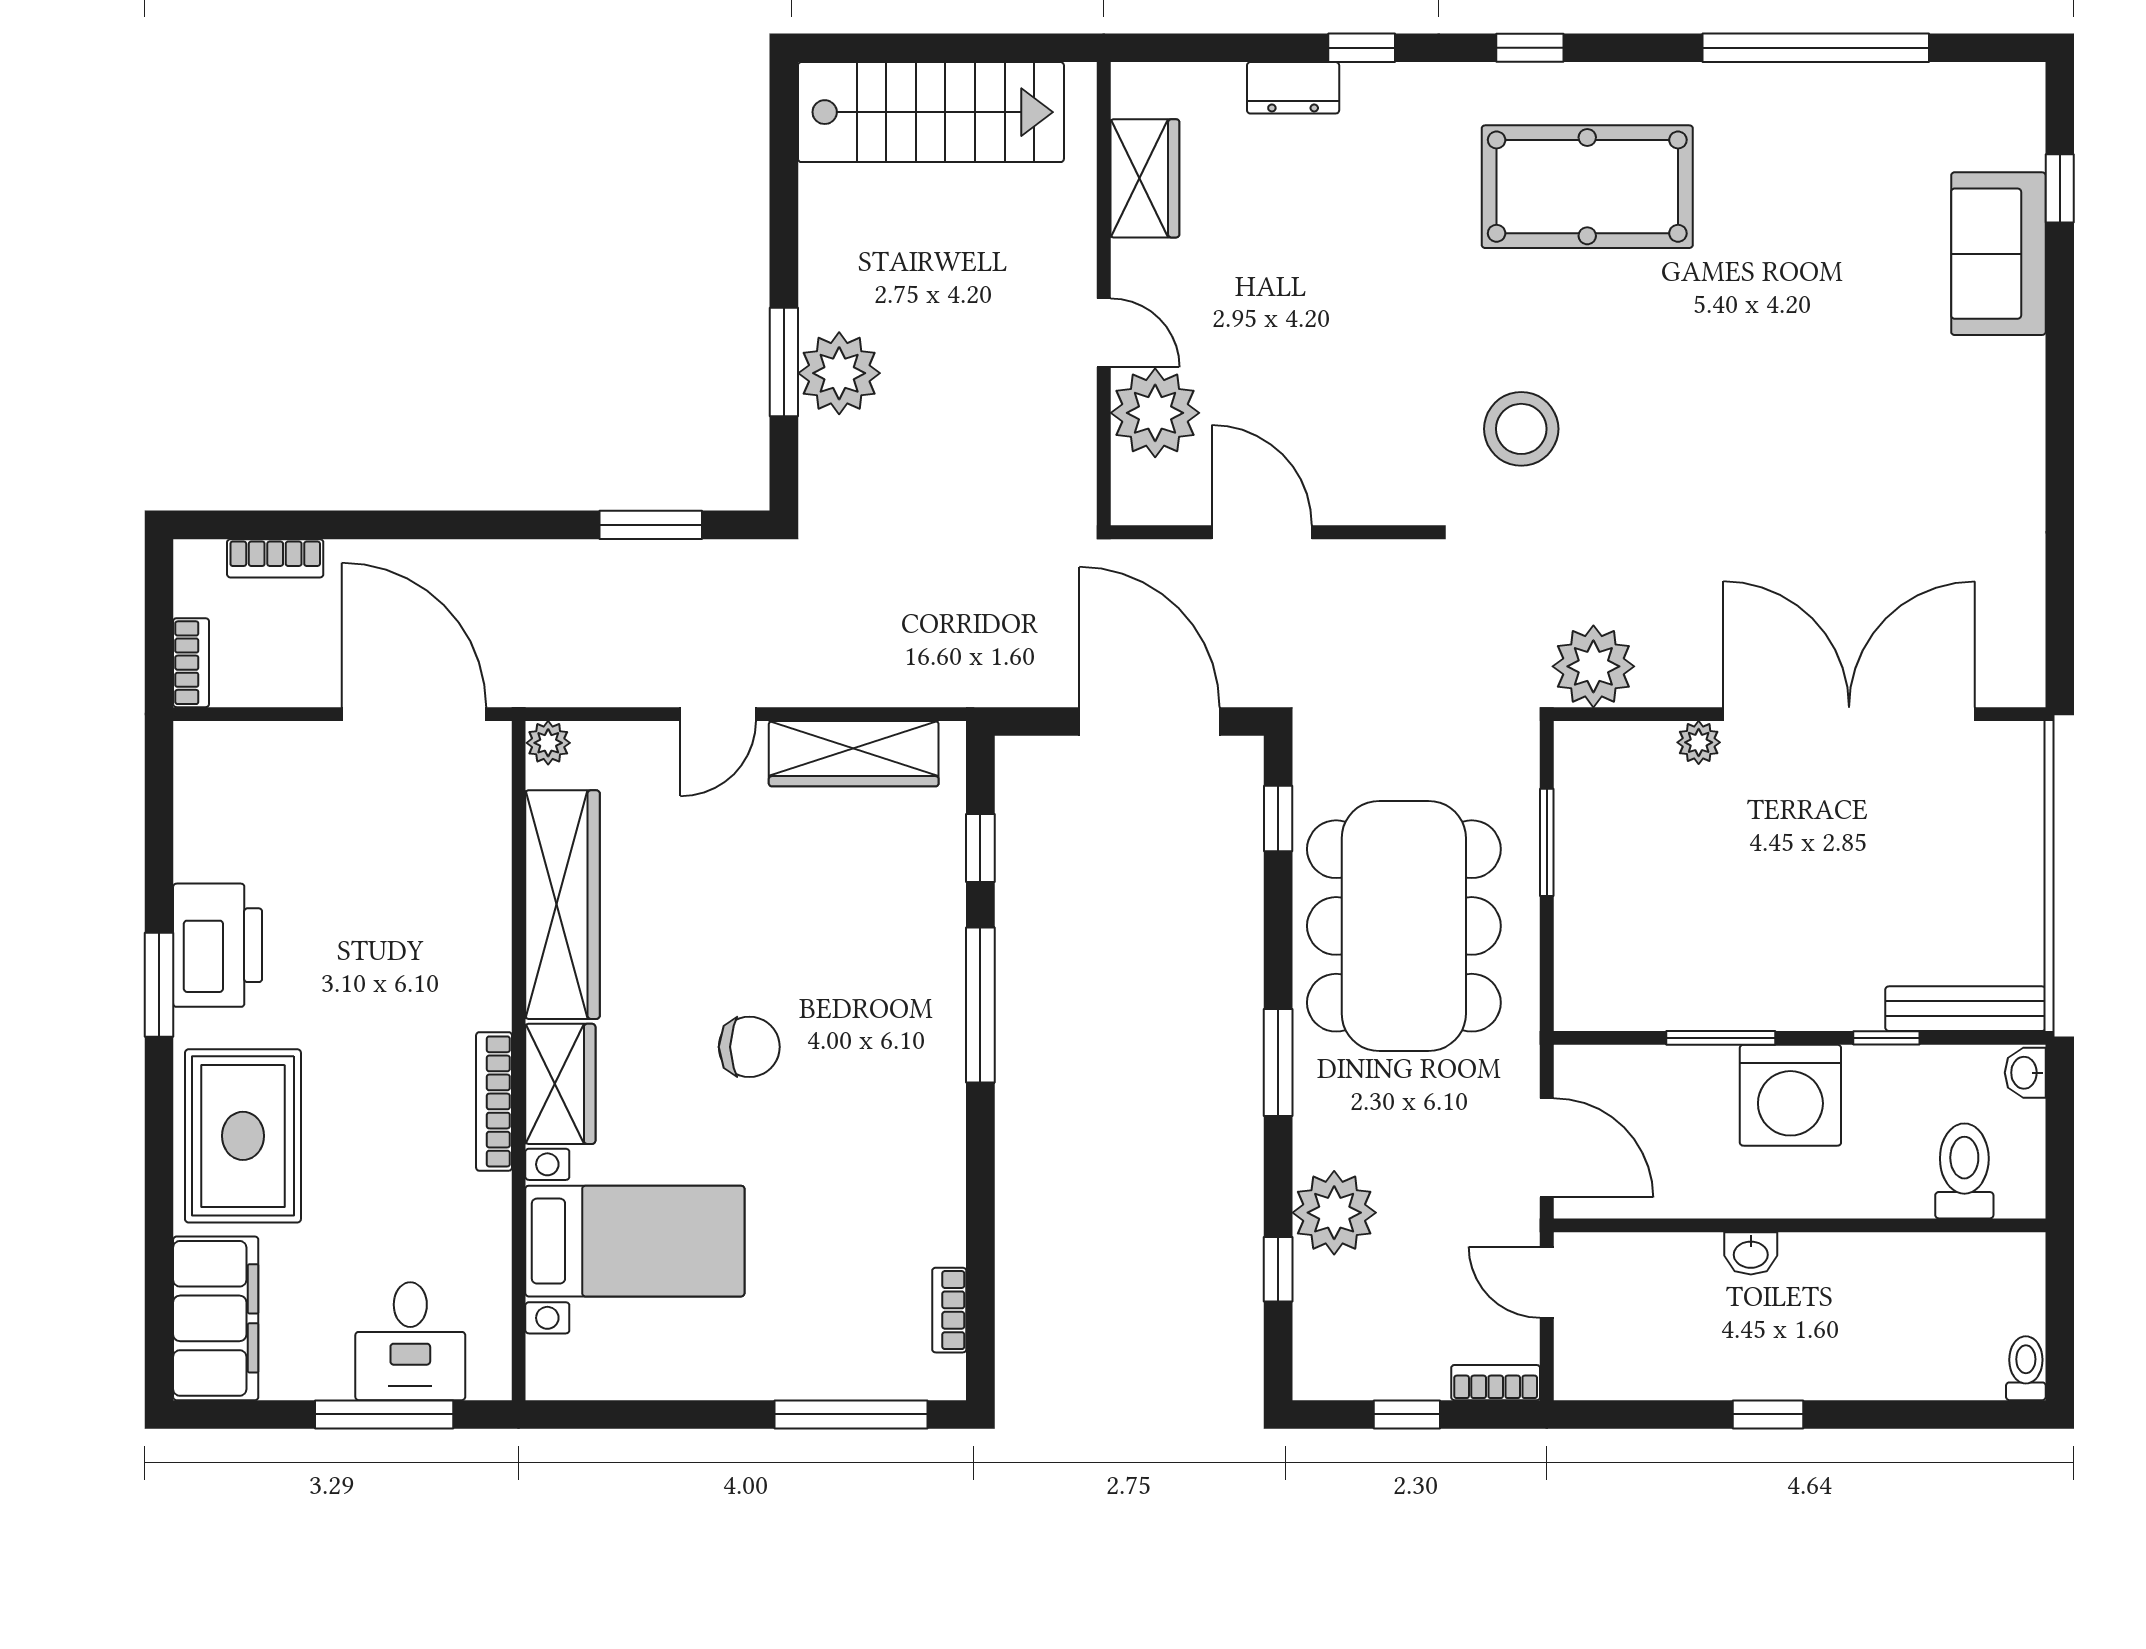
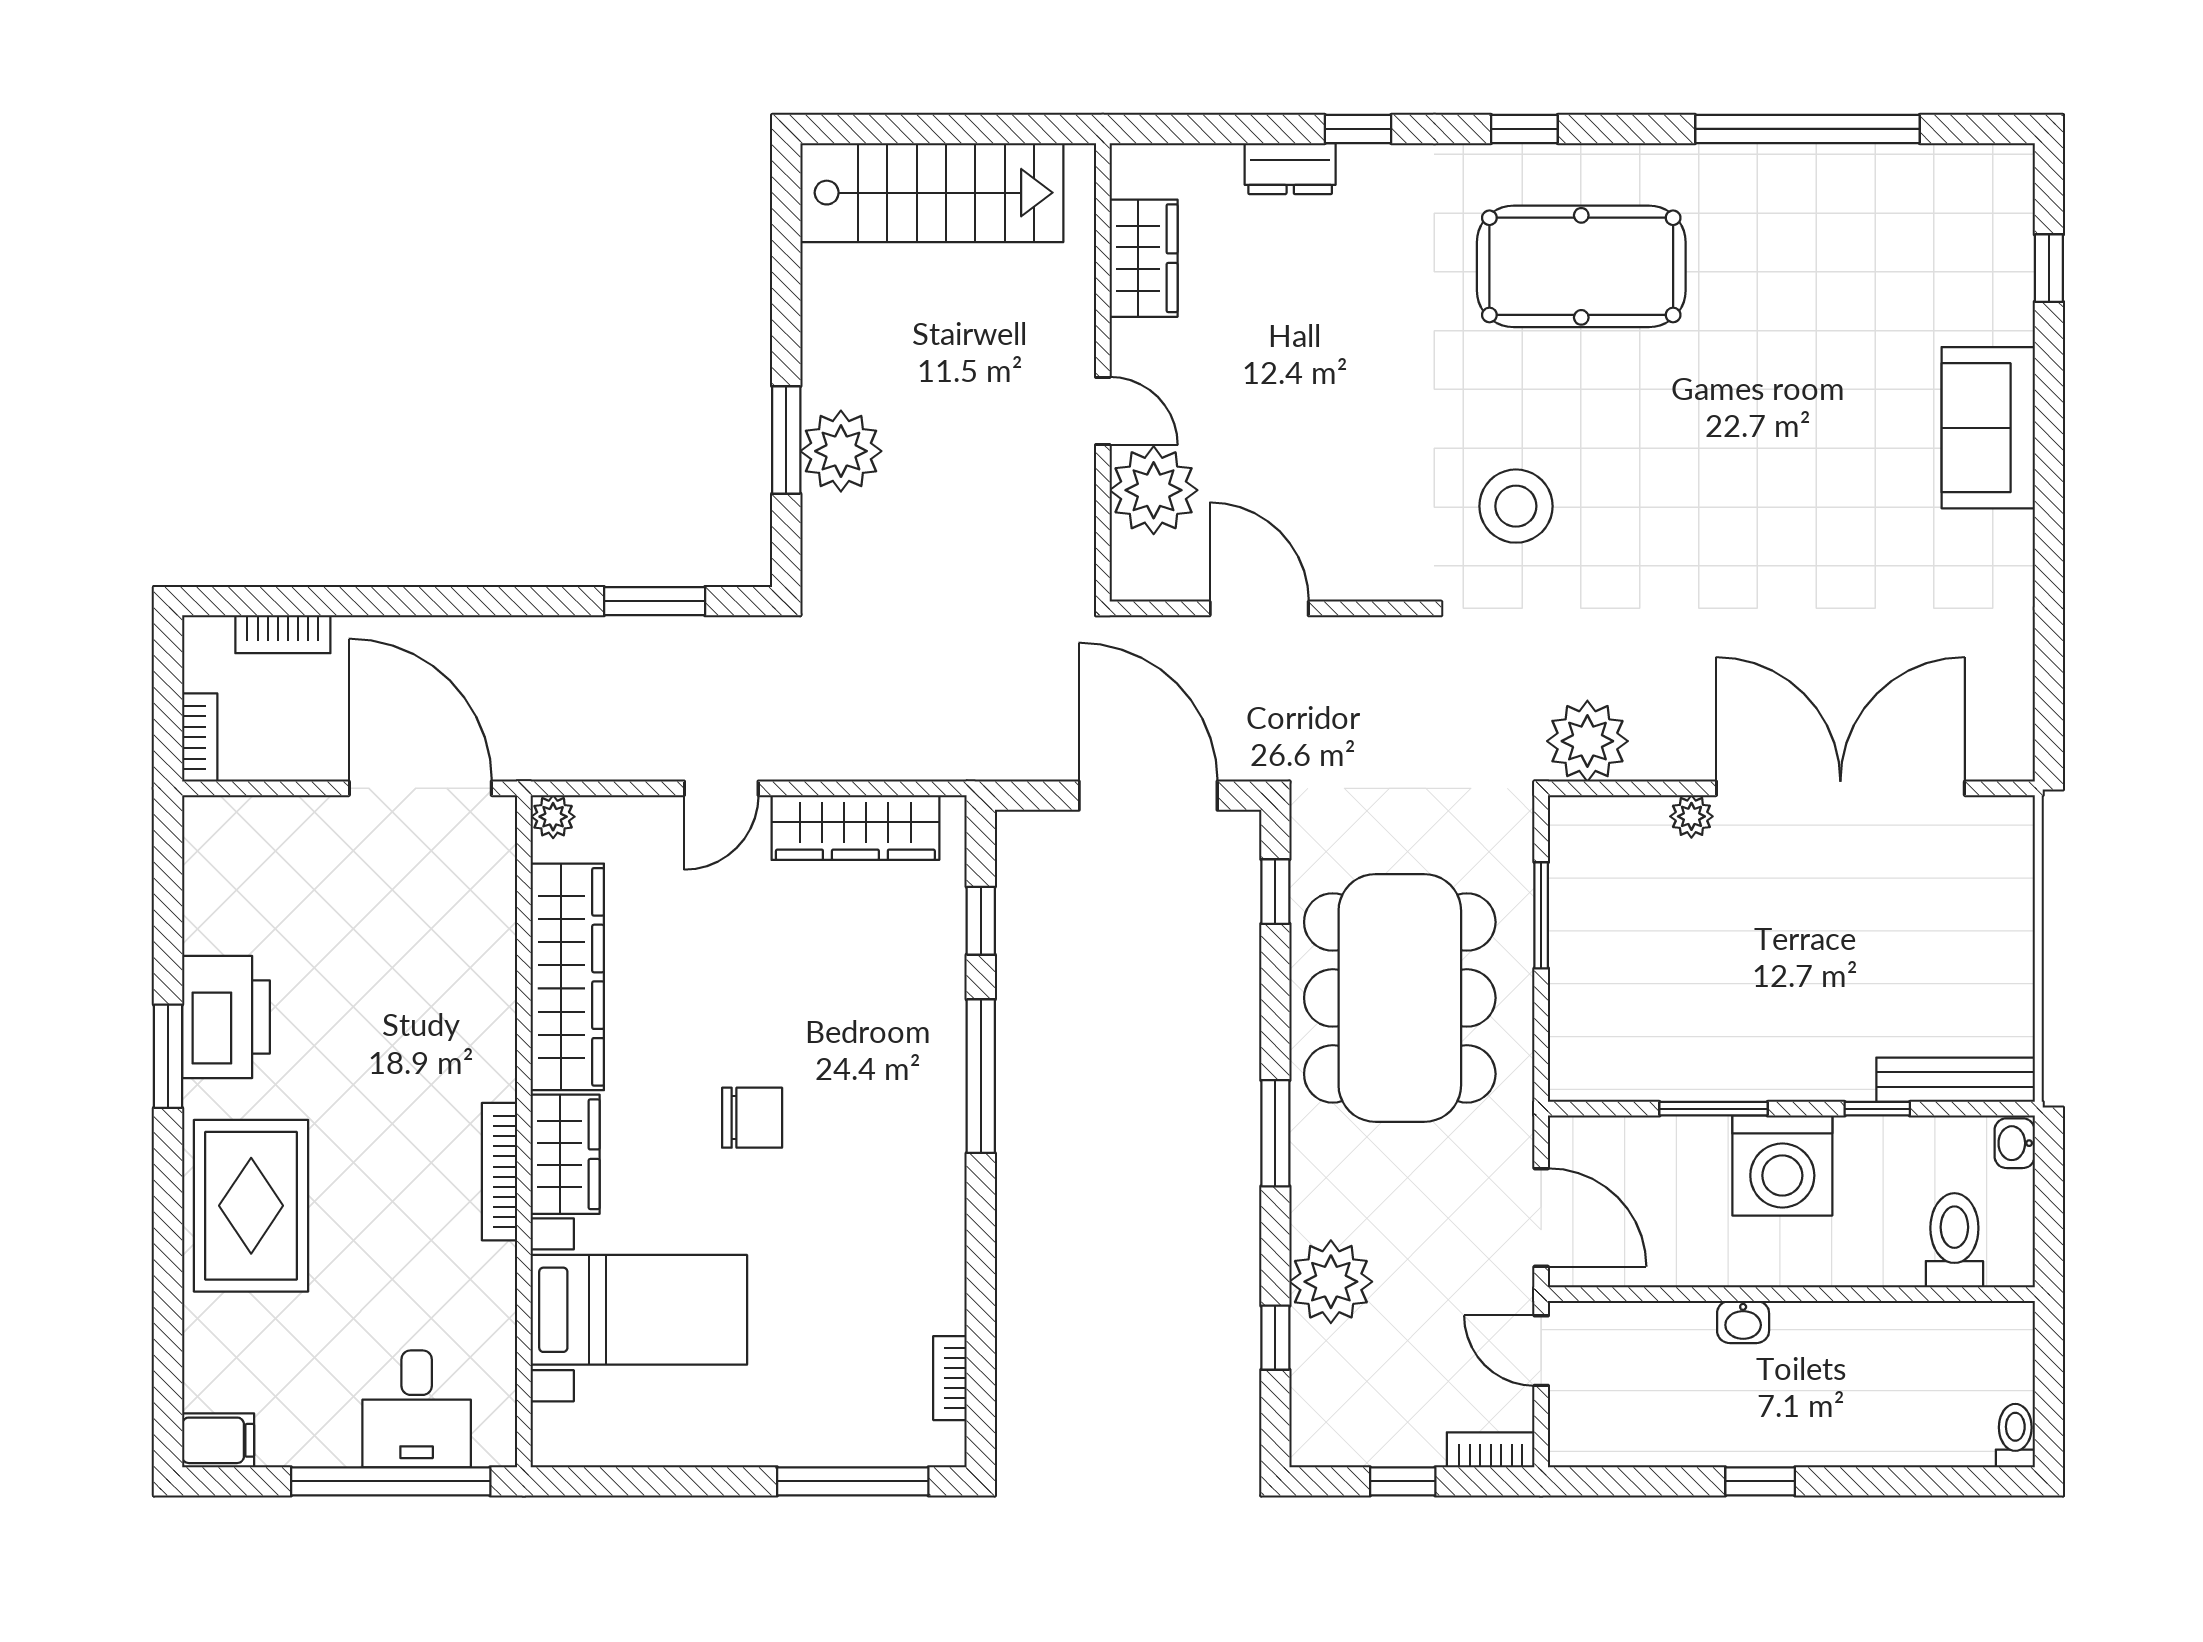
sofa: (1998, 254) -> (1988, 428), moved
filing cabinet: (216, 1318) -> (218, 1440), width x0.33, depth x0.86
window: (384, 1414) -> (391, 1481), width x1.46

